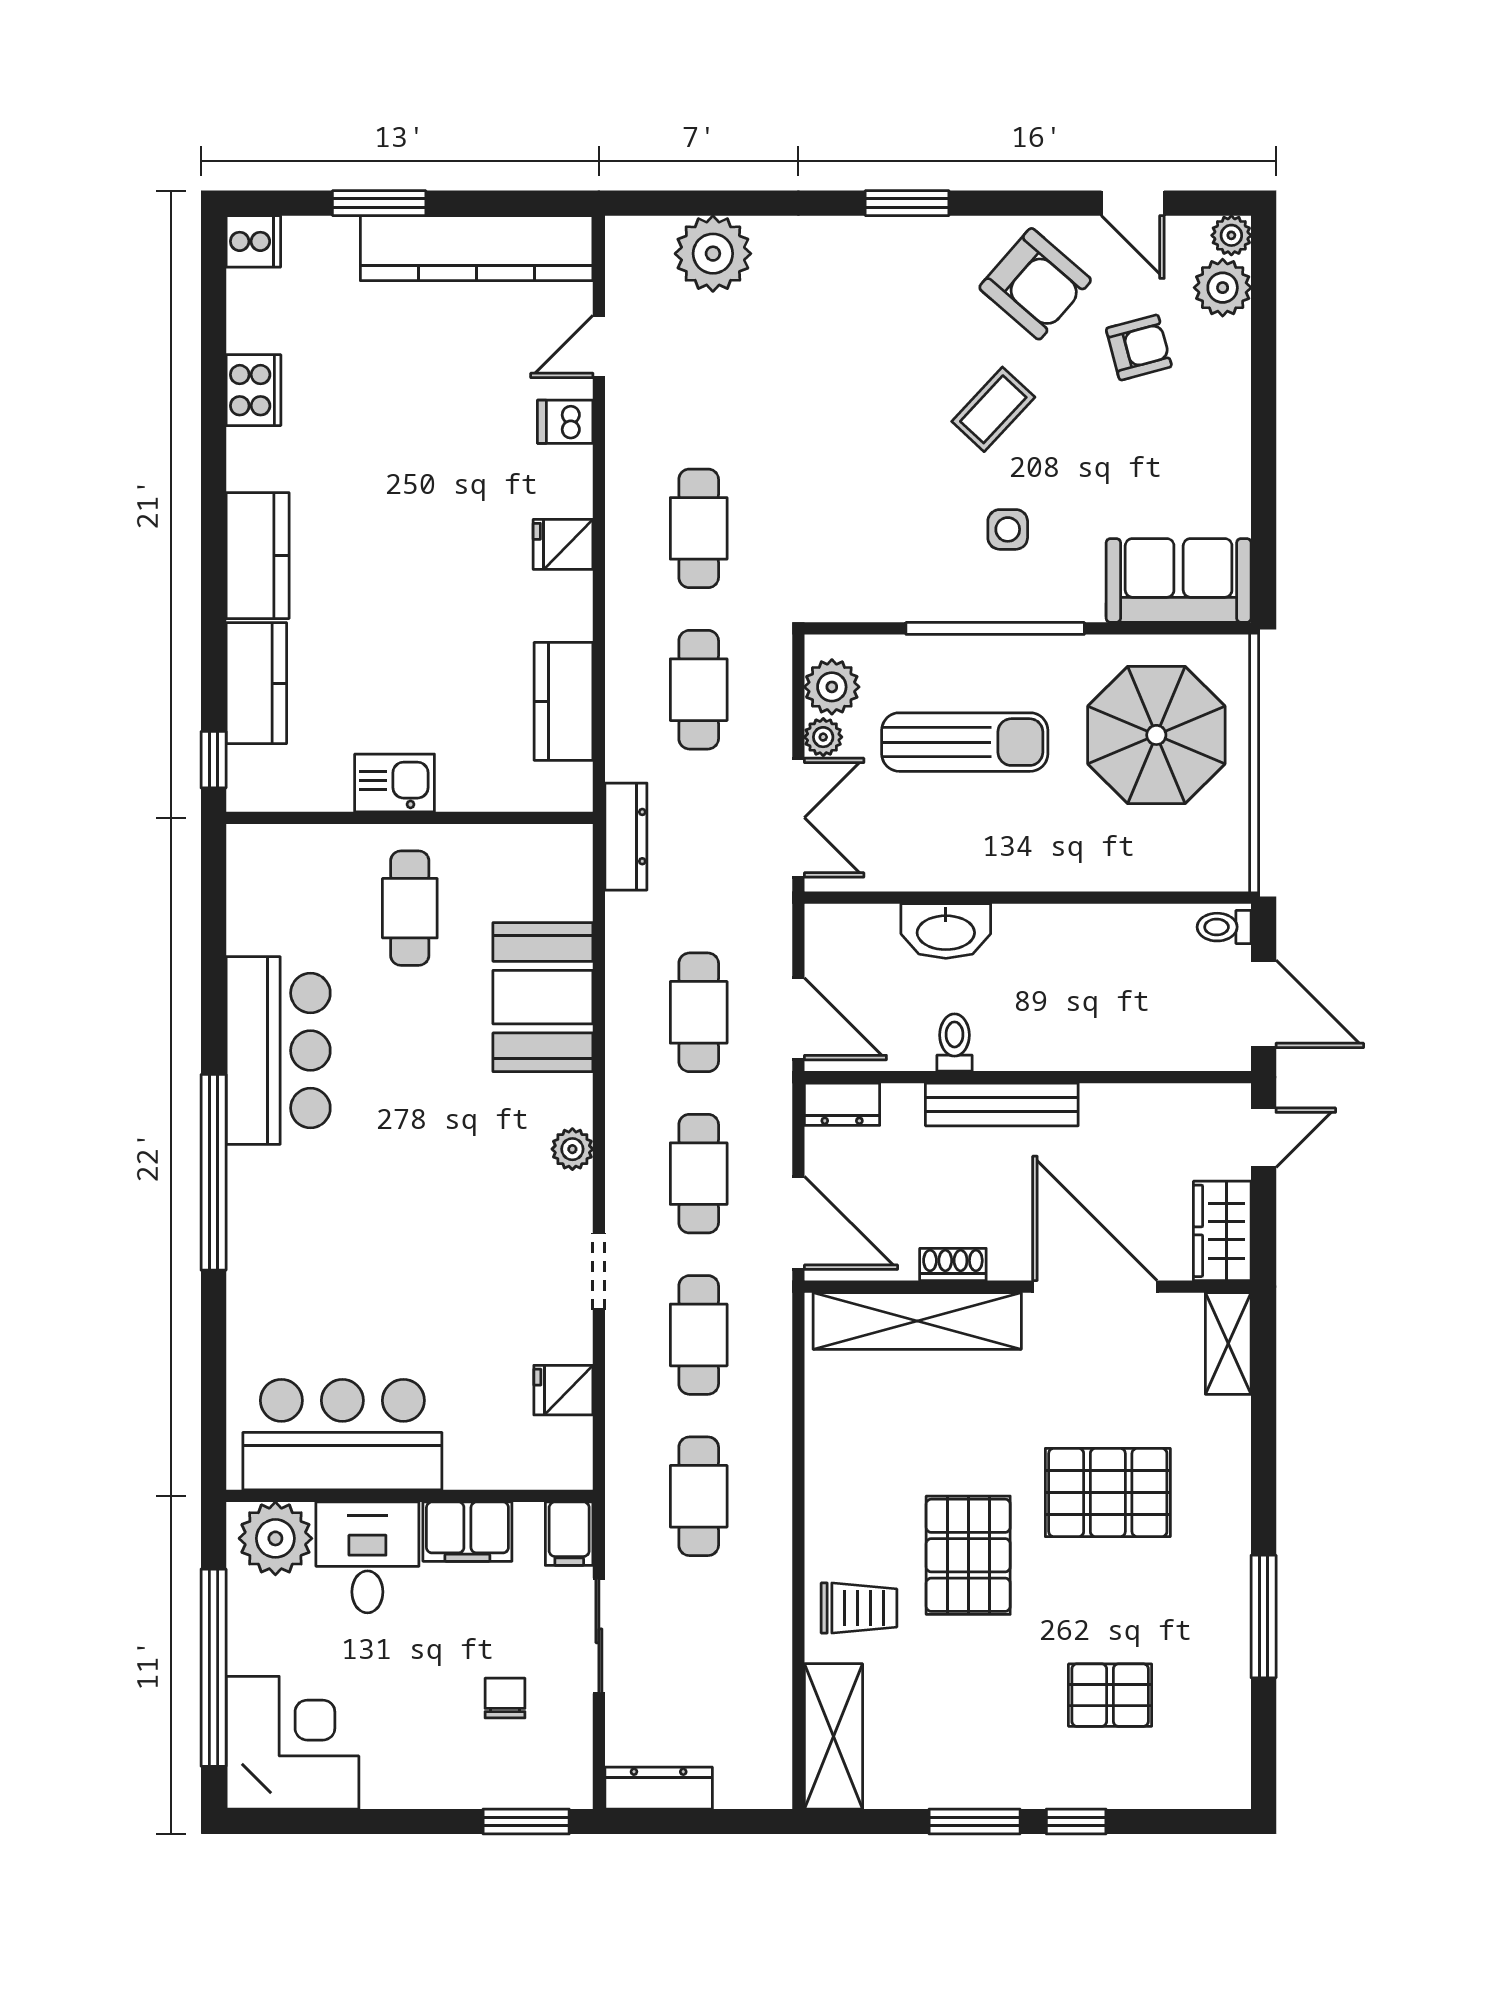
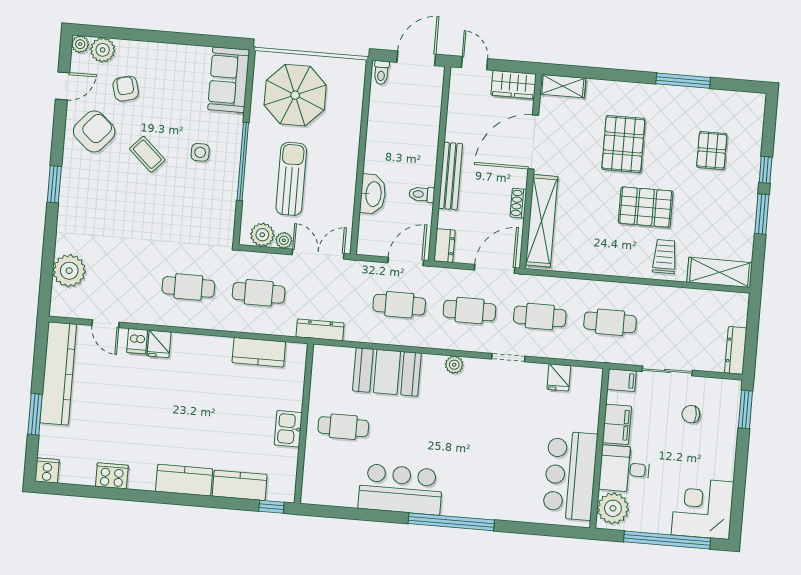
fridge: (563, 544) -> (159, 344), moved

